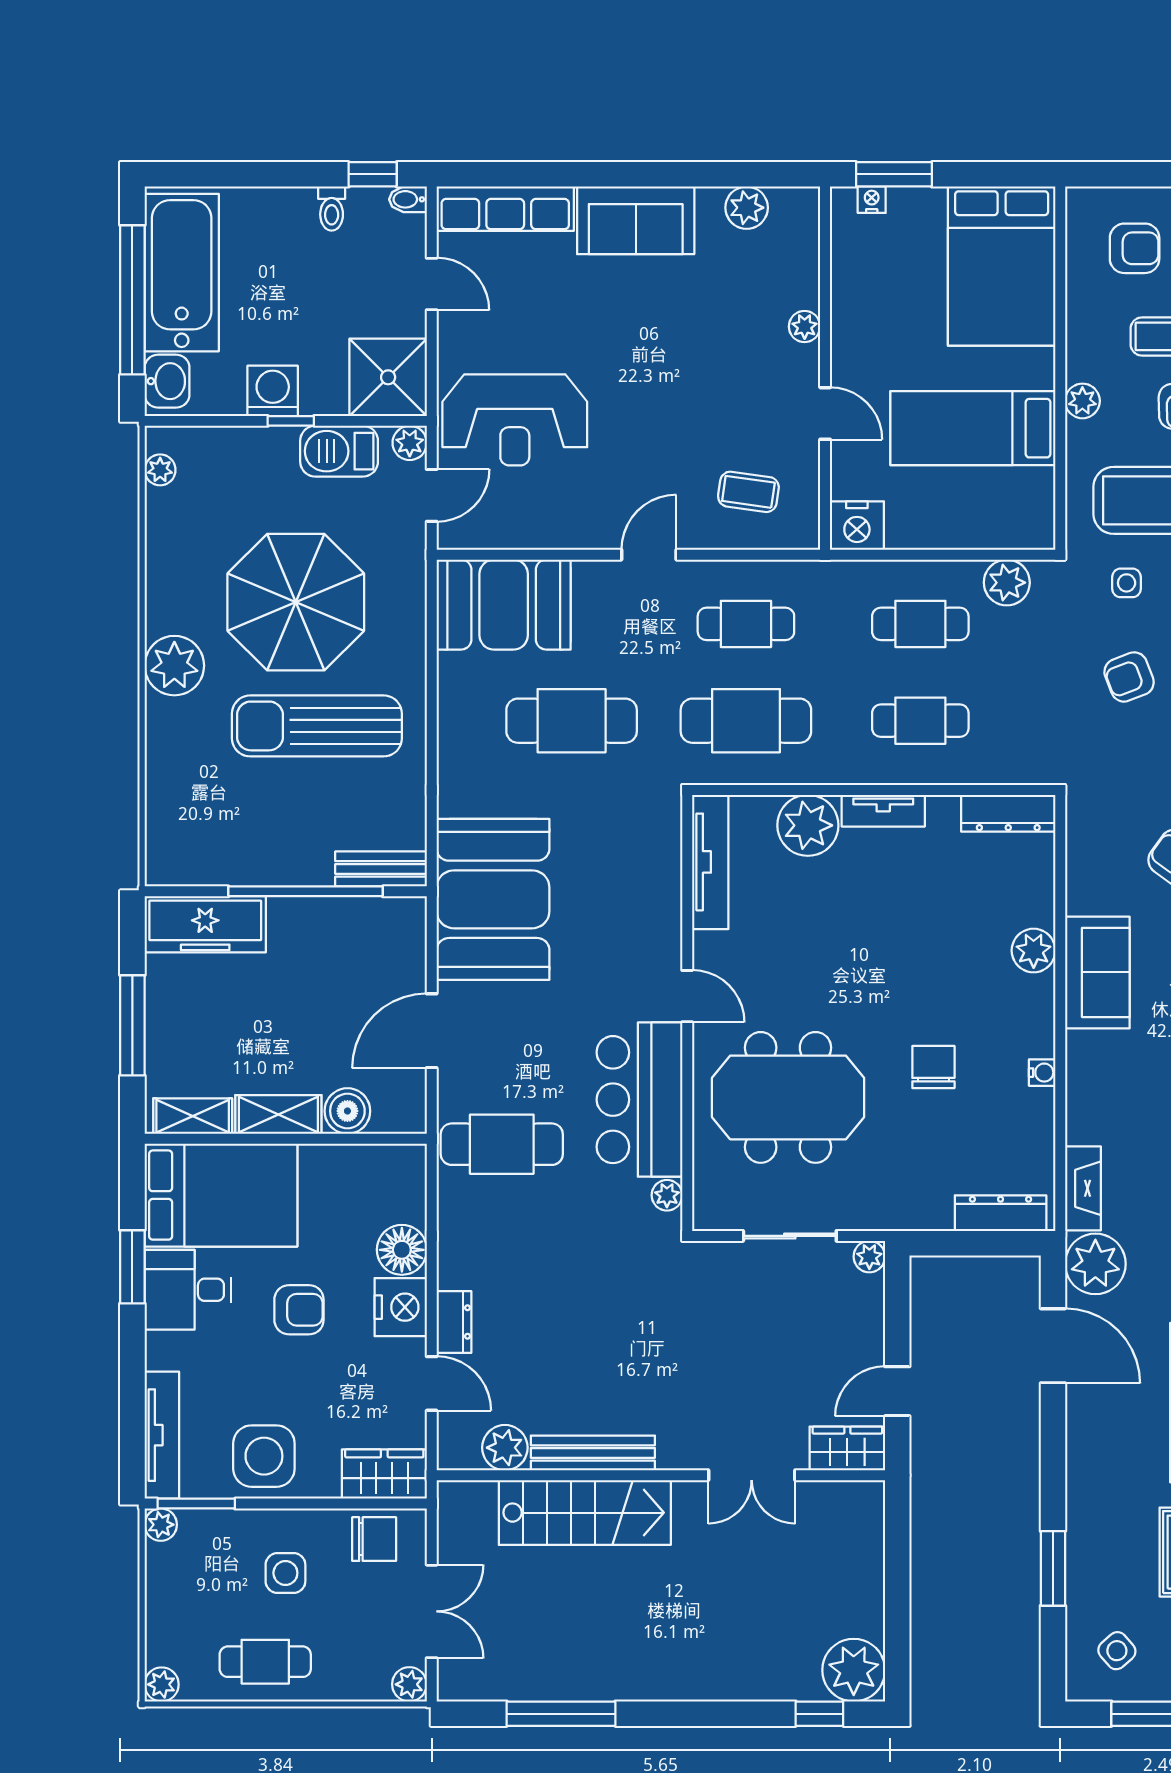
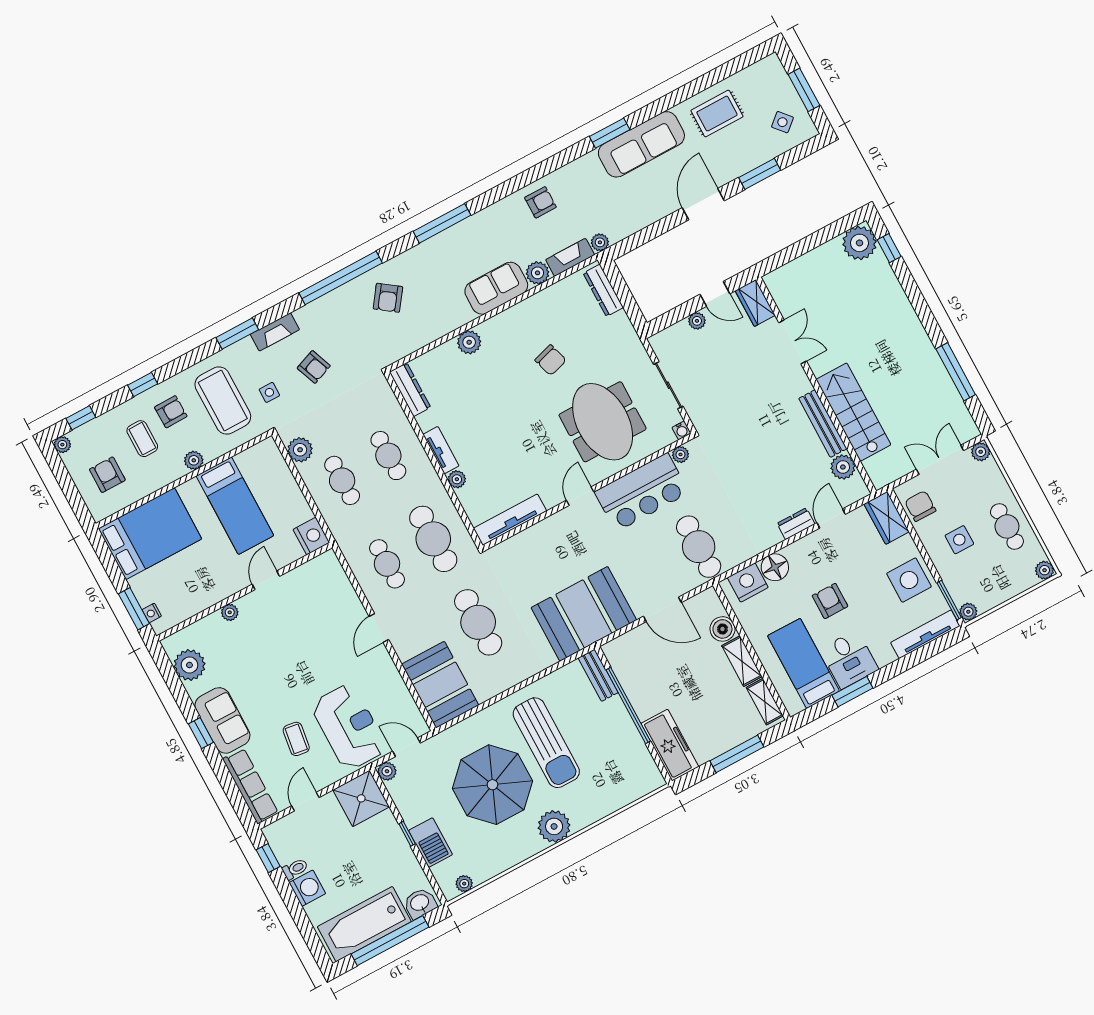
window: (634, 174) -> (201, 733), added
bidet: (408, 199) -> (271, 835), removed
plant: (747, 208) -> (189, 665), width x1.36, depth x1.36
washing machine: (273, 391) -> (307, 888), moved, turned 180
barbecue: (339, 451) -> (431, 843), moved
coffee table: (748, 492) -> (296, 739), moved
door: (649, 555) -> (379, 628), hinge flipped
plant: (808, 825) -> (457, 479), width x0.53, depth x0.53
sofa: (1097, 972) -> (496, 288), moved
chair: (933, 1067) -> (551, 360), turned -107
water cooler: (1042, 1073) -> (681, 430), moved, turned 180
plant: (1086, 1122) -> (538, 273), added
bed: (221, 1195) -> (803, 663), width x0.67
plant: (869, 1257) -> (697, 321), moved
plant: (1095, 1264) -> (600, 242), width x0.53, depth x0.53
nightstand: (401, 1307) -> (748, 583), moved
door: (1053, 1346) -> (703, 204), moved

